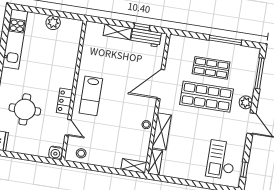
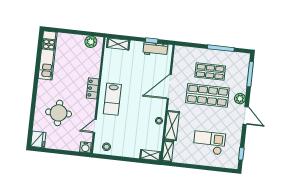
plant: (53, 23) -> (91, 42), moved
shelving: (118, 32) -> (118, 44), moved
locker: (64, 101) -> (93, 88), moved
door: (68, 127) -> (95, 126), swing flipped
checkout: (221, 160) -> (209, 143), moved, turned 90

